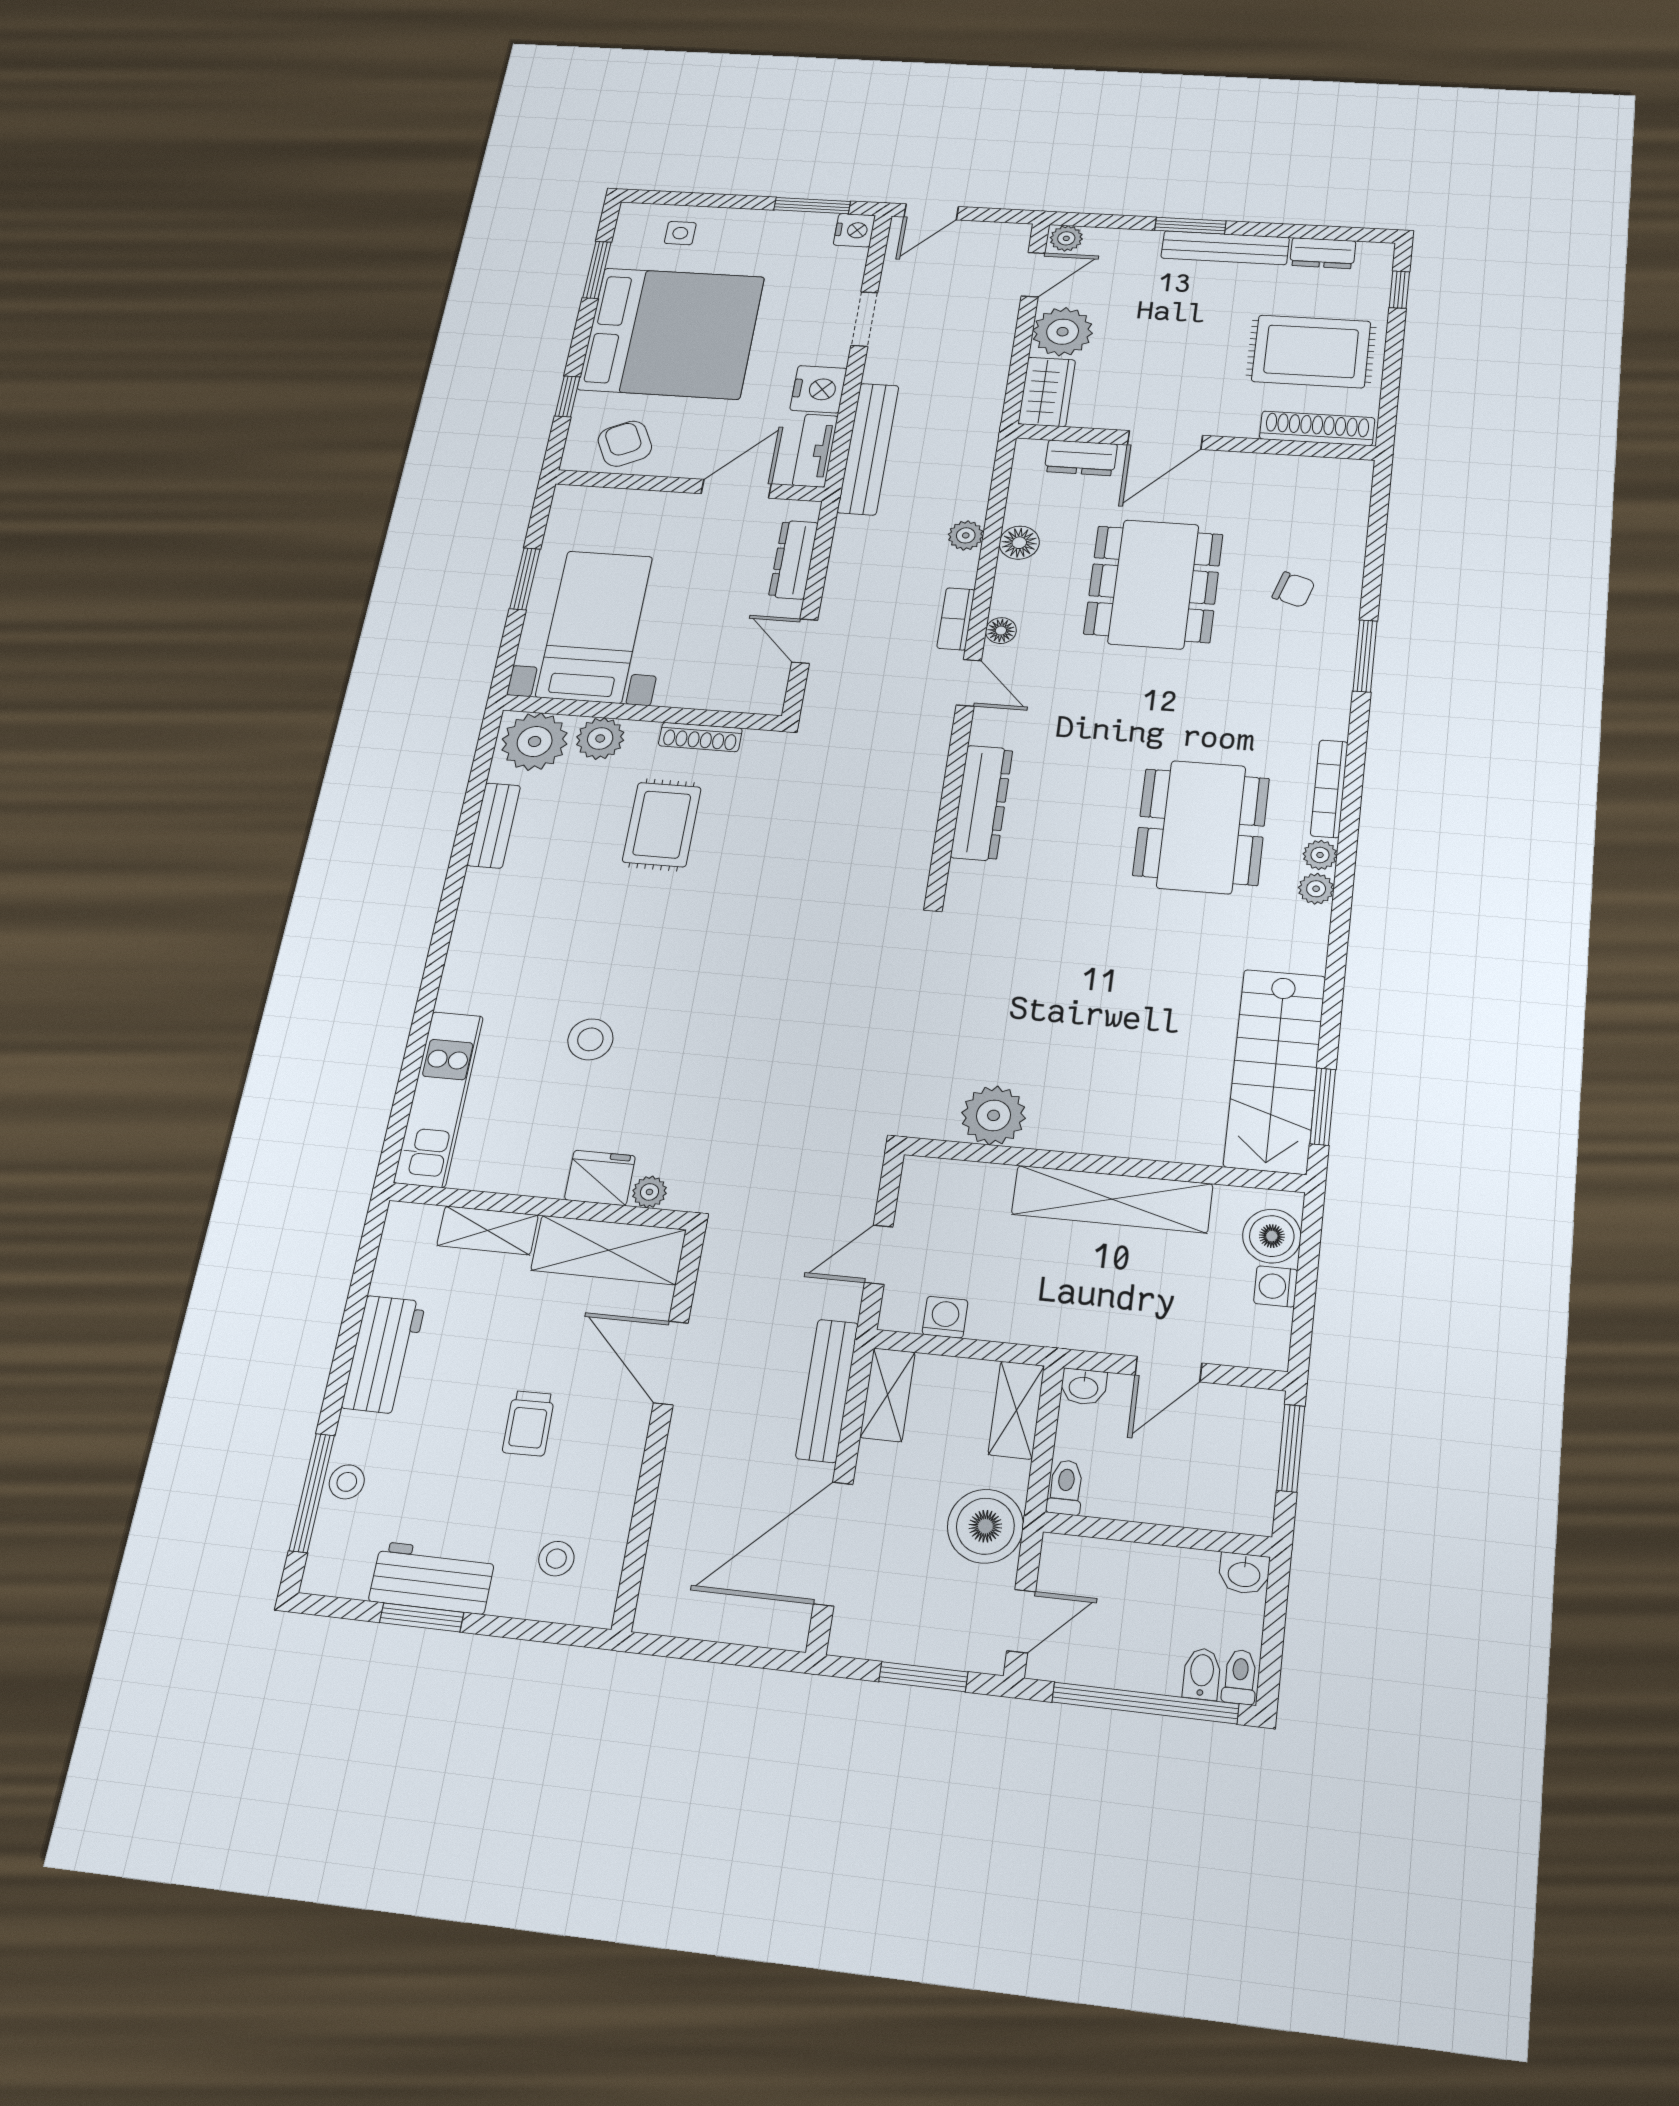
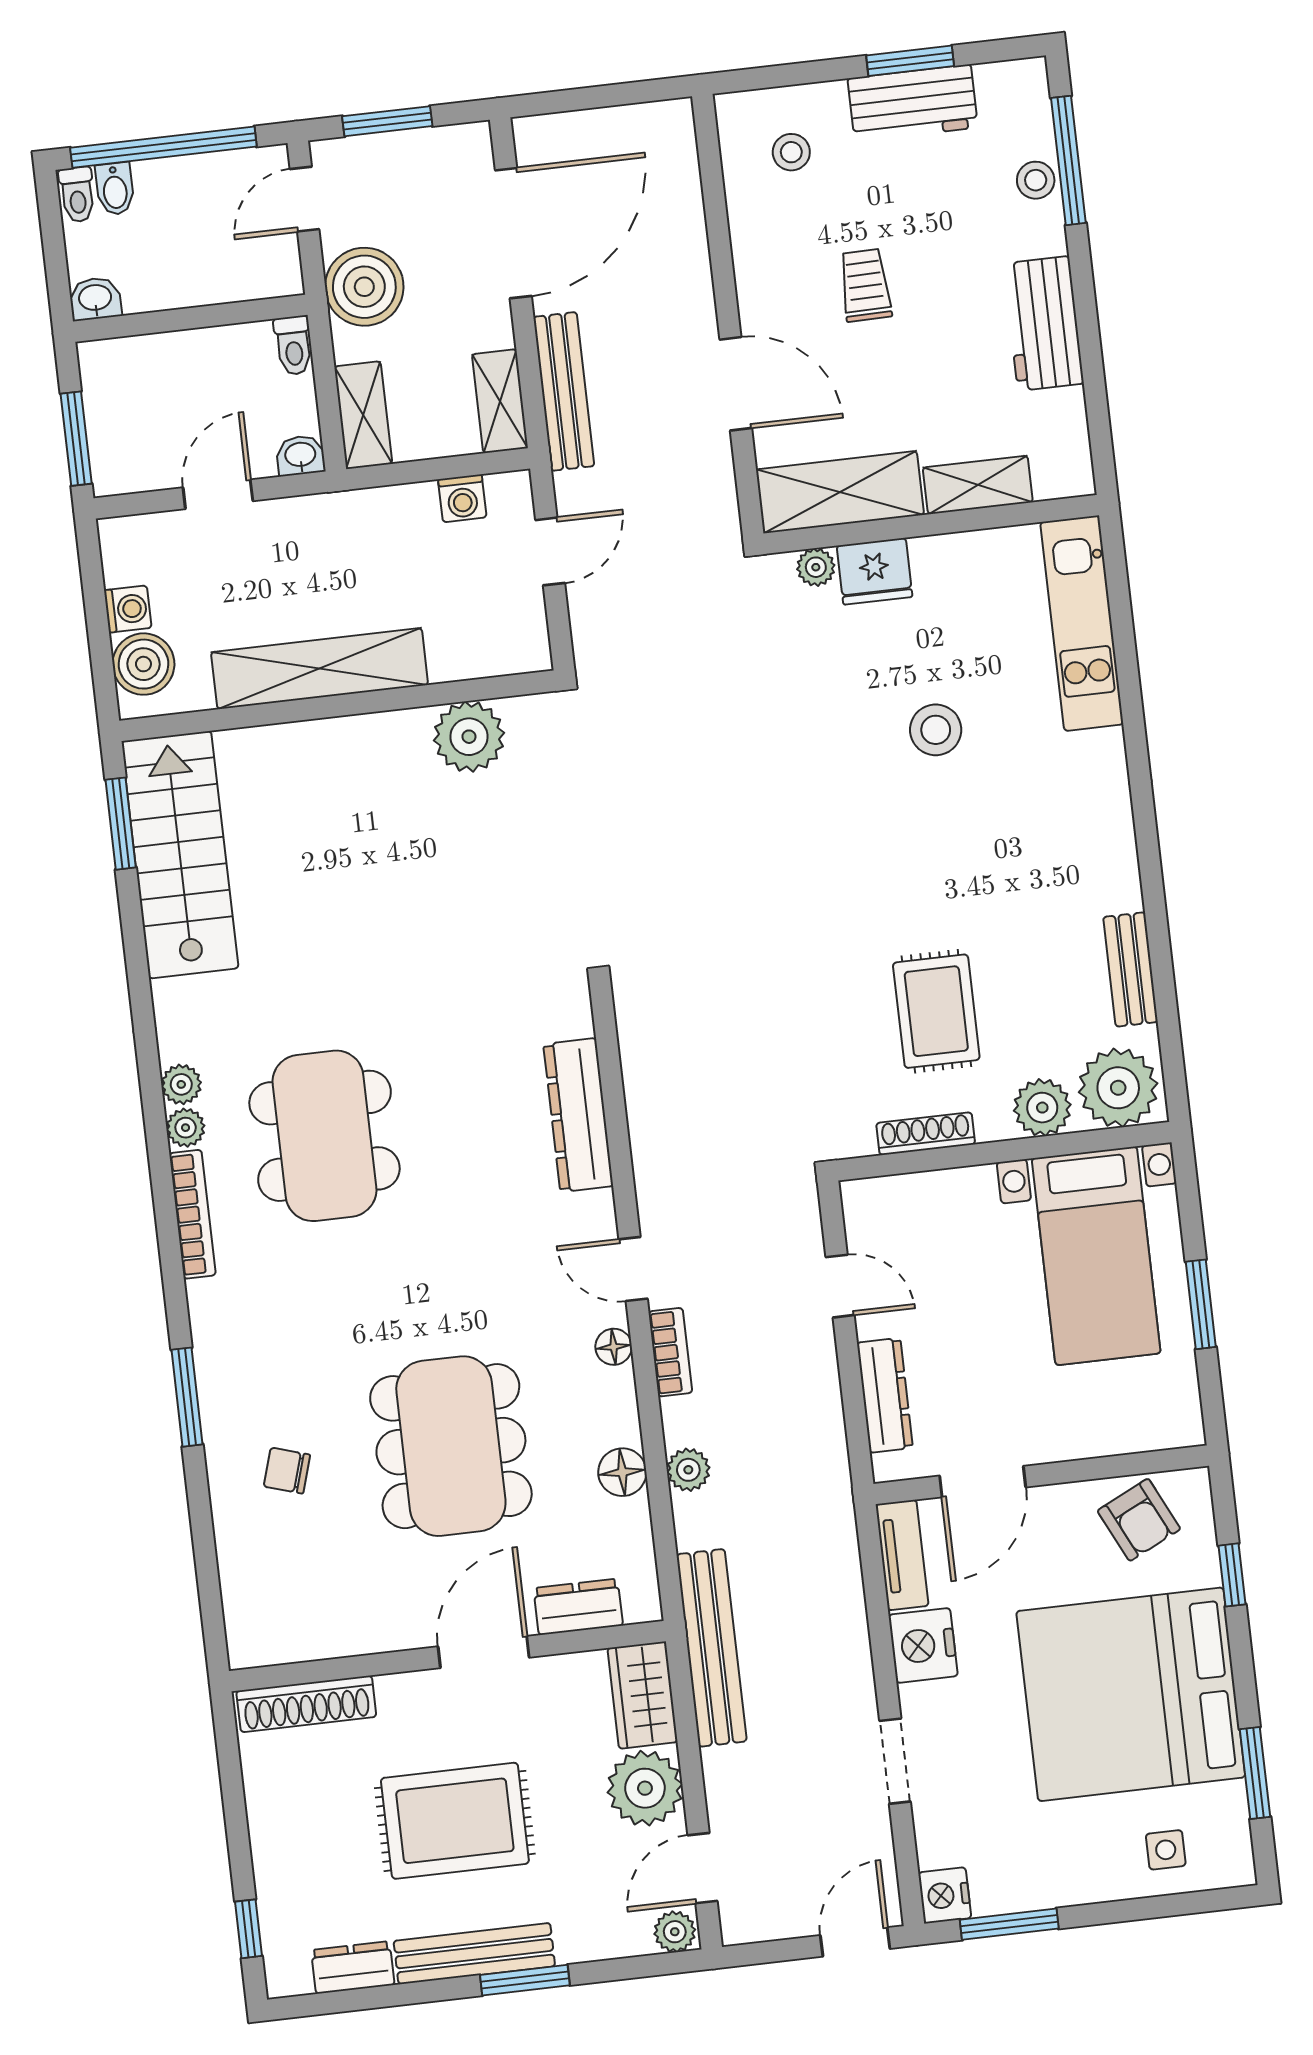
rug: (1311, 351) -> (455, 1821), moved
bench: (868, 449) -> (712, 1648), moved

